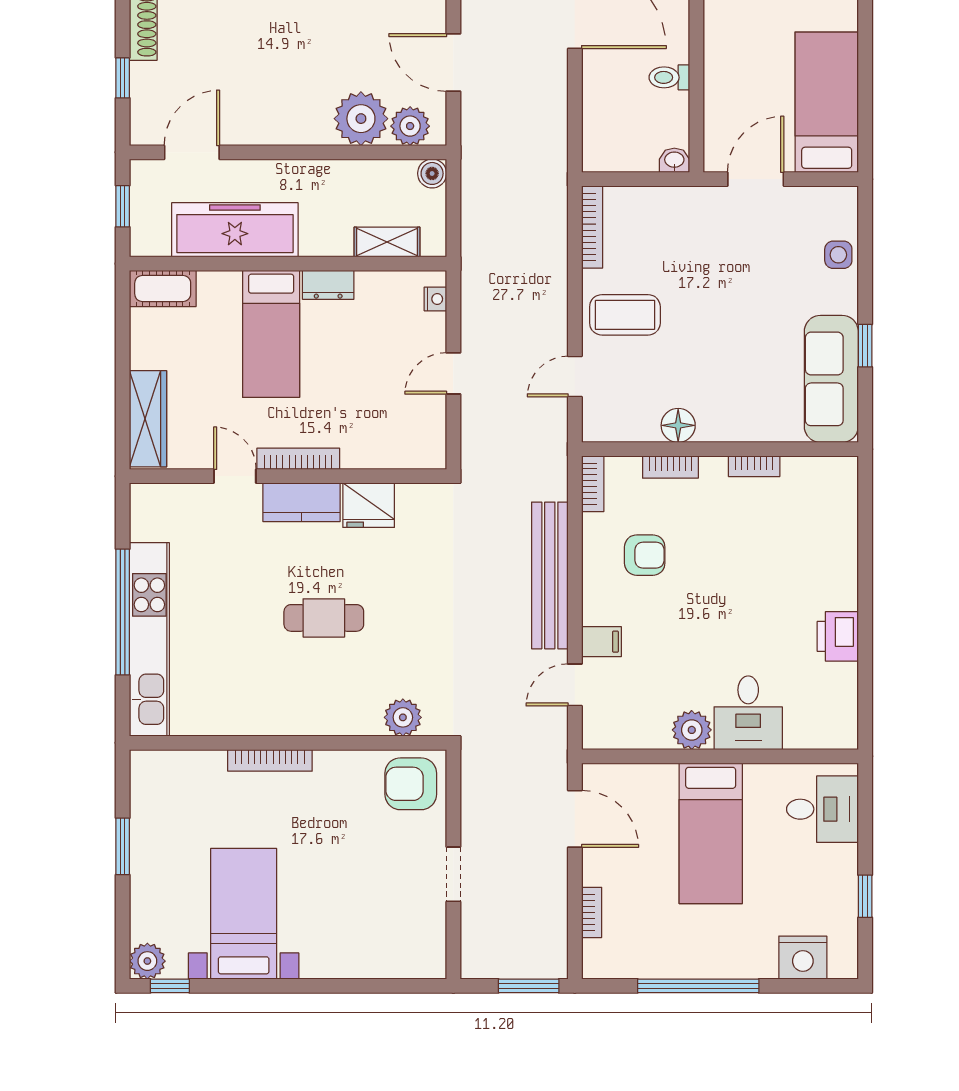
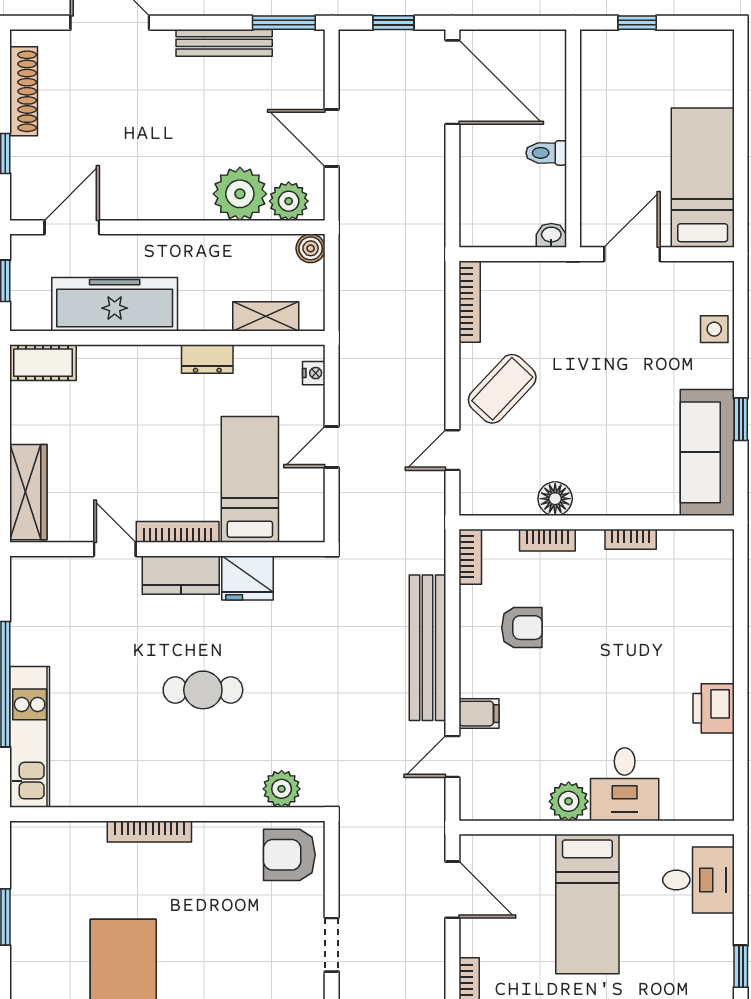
coffee table: (625, 315) -> (502, 389), turned -47
bed: (271, 334) -> (250, 479), moved, turned 180
kitchen unit: (149, 639) -> (30, 737), width x0.73

